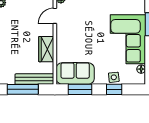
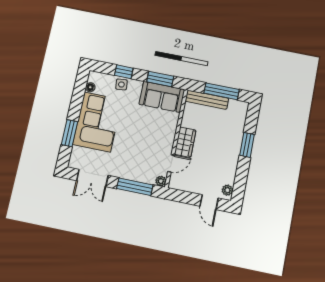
wardrobe: (46, 49) -> (185, 142), moved

